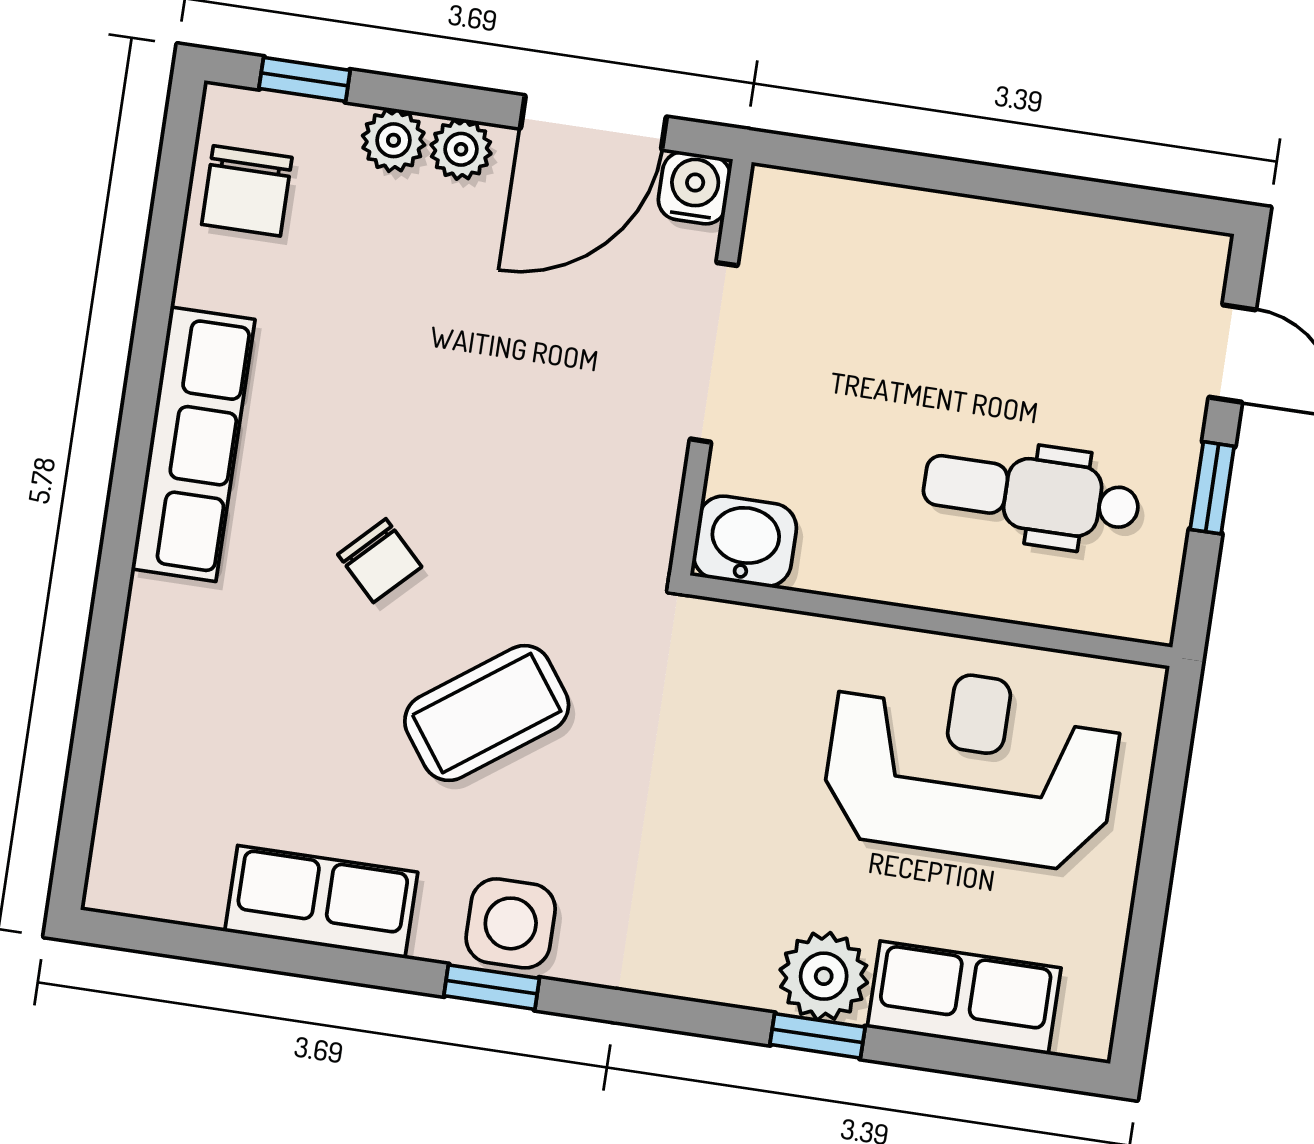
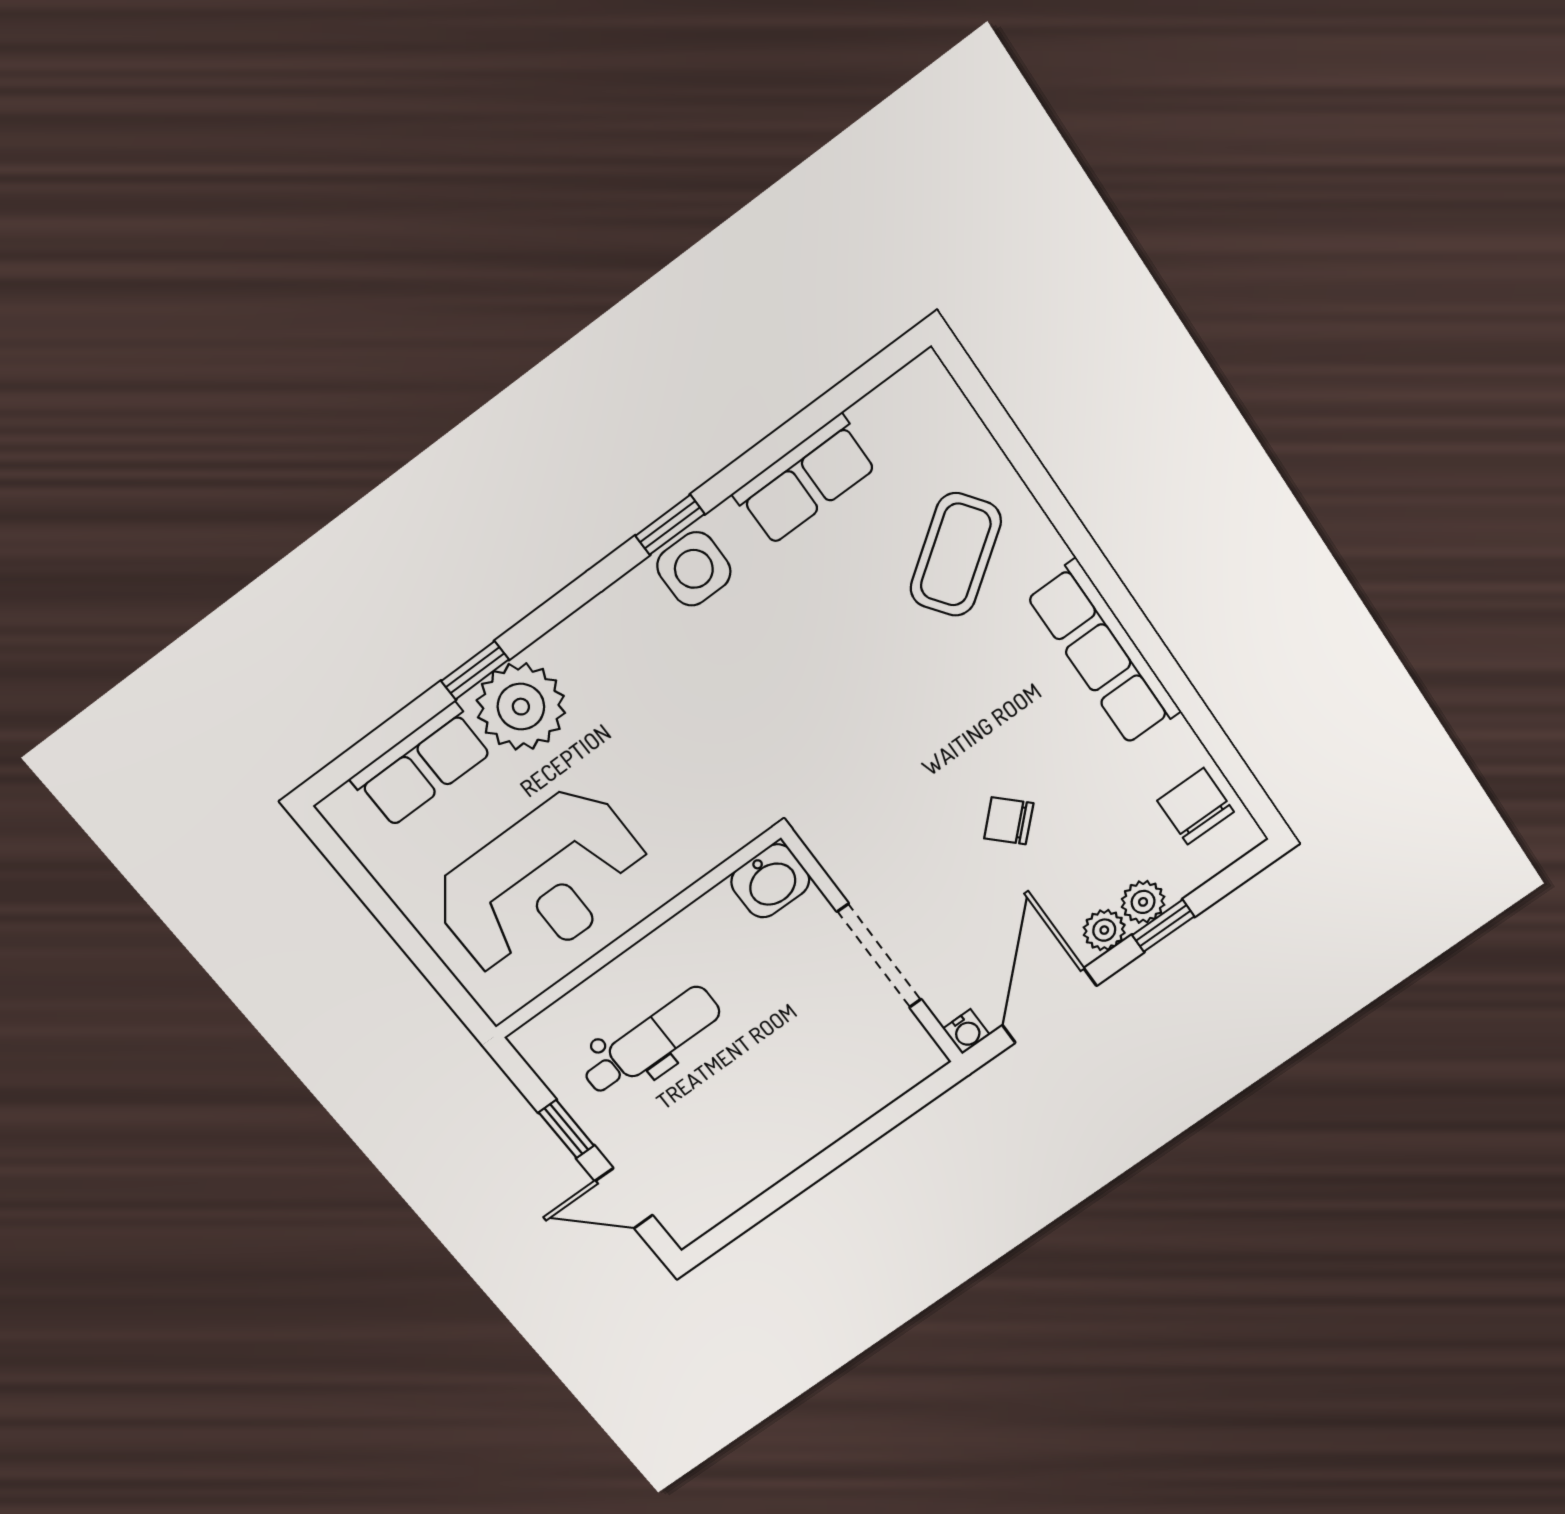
window: (305, 79) -> (1163, 926), moved
water cooler: (694, 188) -> (966, 1032), width x0.72, depth x0.72
chair: (380, 561) -> (1009, 821), moved
coffee table: (487, 713) -> (956, 555), moved
plant: (824, 976) -> (521, 707), width x1.36, depth x1.36

